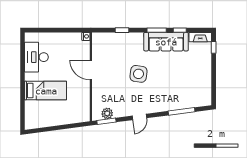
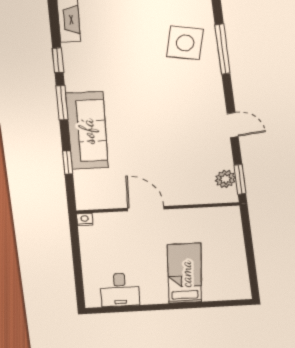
sofa: (166, 42) -> (87, 131), moved
desk: (36, 57) -> (120, 290), width x0.73
door: (91, 70) -> (146, 209), swing flipped
side table: (138, 74) -> (185, 43), moved

